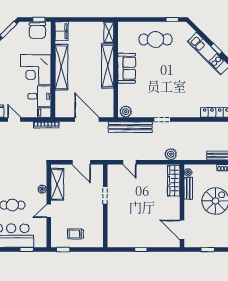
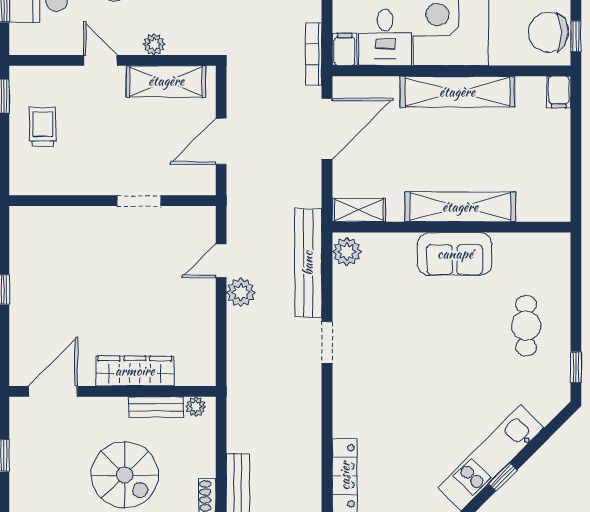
filing cabinet: (62, 31) -> (559, 92), width x0.50
shelving: (109, 32) -> (359, 210), moved
cafe table: (155, 39) -> (526, 326), width x0.73, depth x0.74
door: (87, 120) -> (327, 129), moved
plant: (171, 154) -> (241, 292), moved
wardrobe: (174, 181) -> (135, 371), moved

